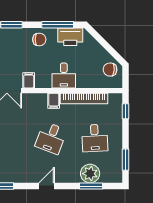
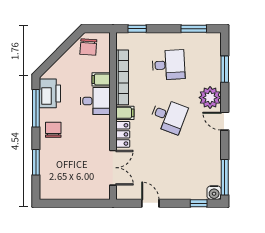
filing cabinet: (29, 80) -> (101, 79), moved
locker: (35, 99) -> (123, 134), added
plant: (90, 174) -> (210, 98), moved

